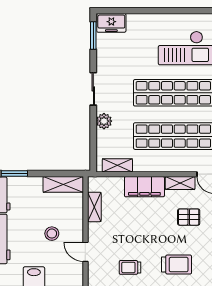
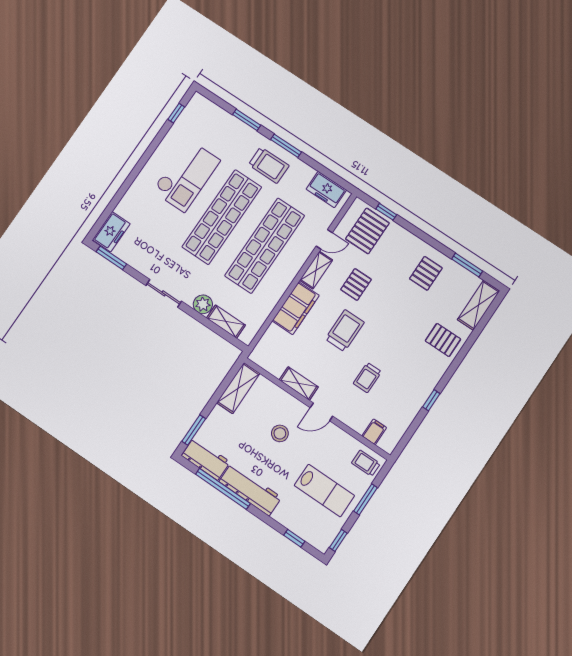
shelving: (117, 165) -> (226, 322), moved, turned 90
shelving: (94, 207) -> (299, 383), moved
trolley: (177, 265) -> (345, 331), moved

